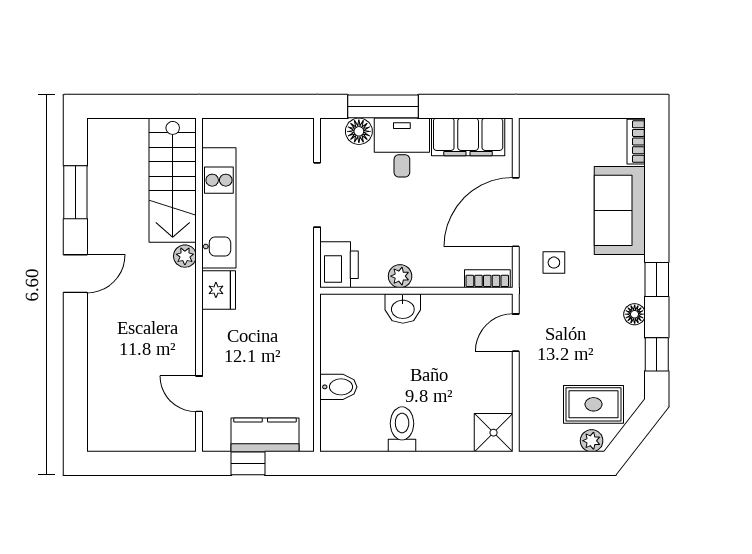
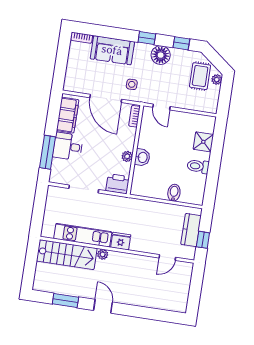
floor lamp: (359, 131) -> (57, 165), removed
floor lamp: (635, 314) -> (161, 55), width x1.89, depth x1.89
shower: (494, 433) -> (203, 142), moved

